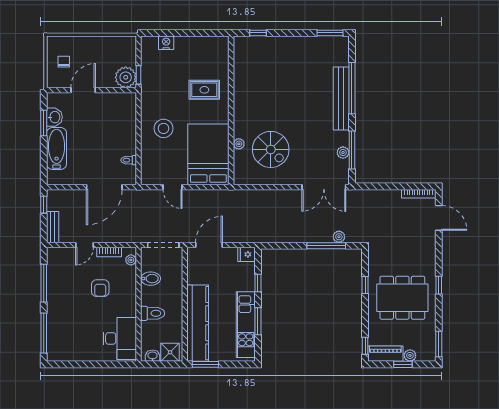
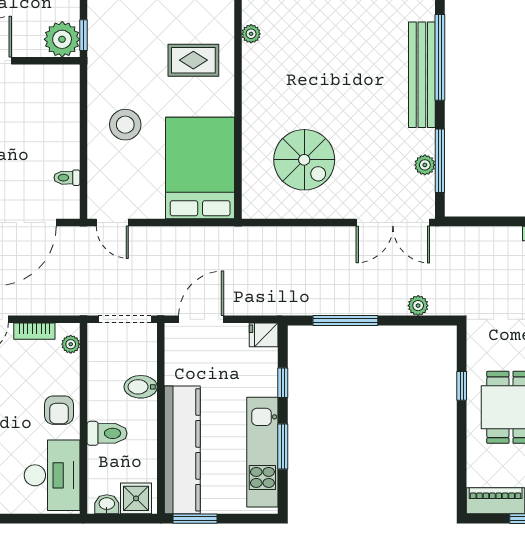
plant: (239, 144) -> (251, 34), moved
door: (172, 187) -> (112, 223), moved
window: (326, 246) -> (345, 320), moved
bidet: (151, 279) -> (141, 387), moved, turned 180
armchair: (100, 288) -> (59, 410), moved
window: (365, 346) -> (462, 487), removed

